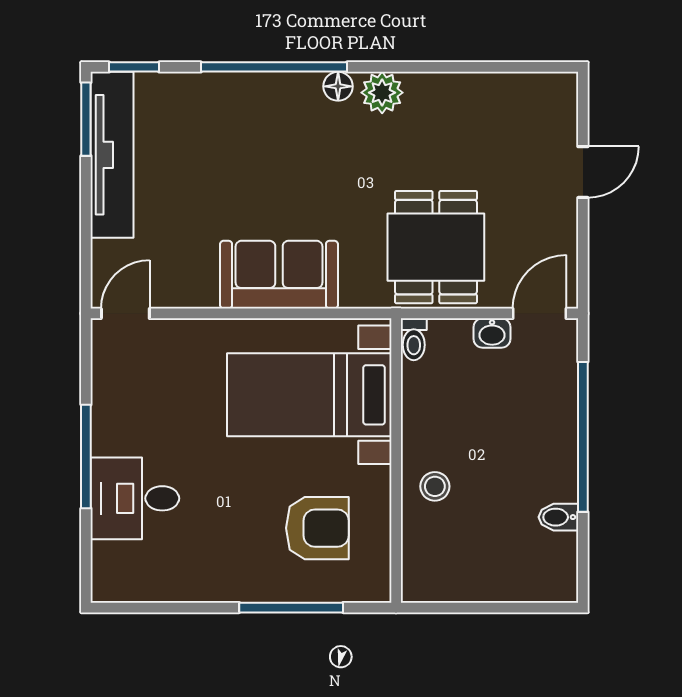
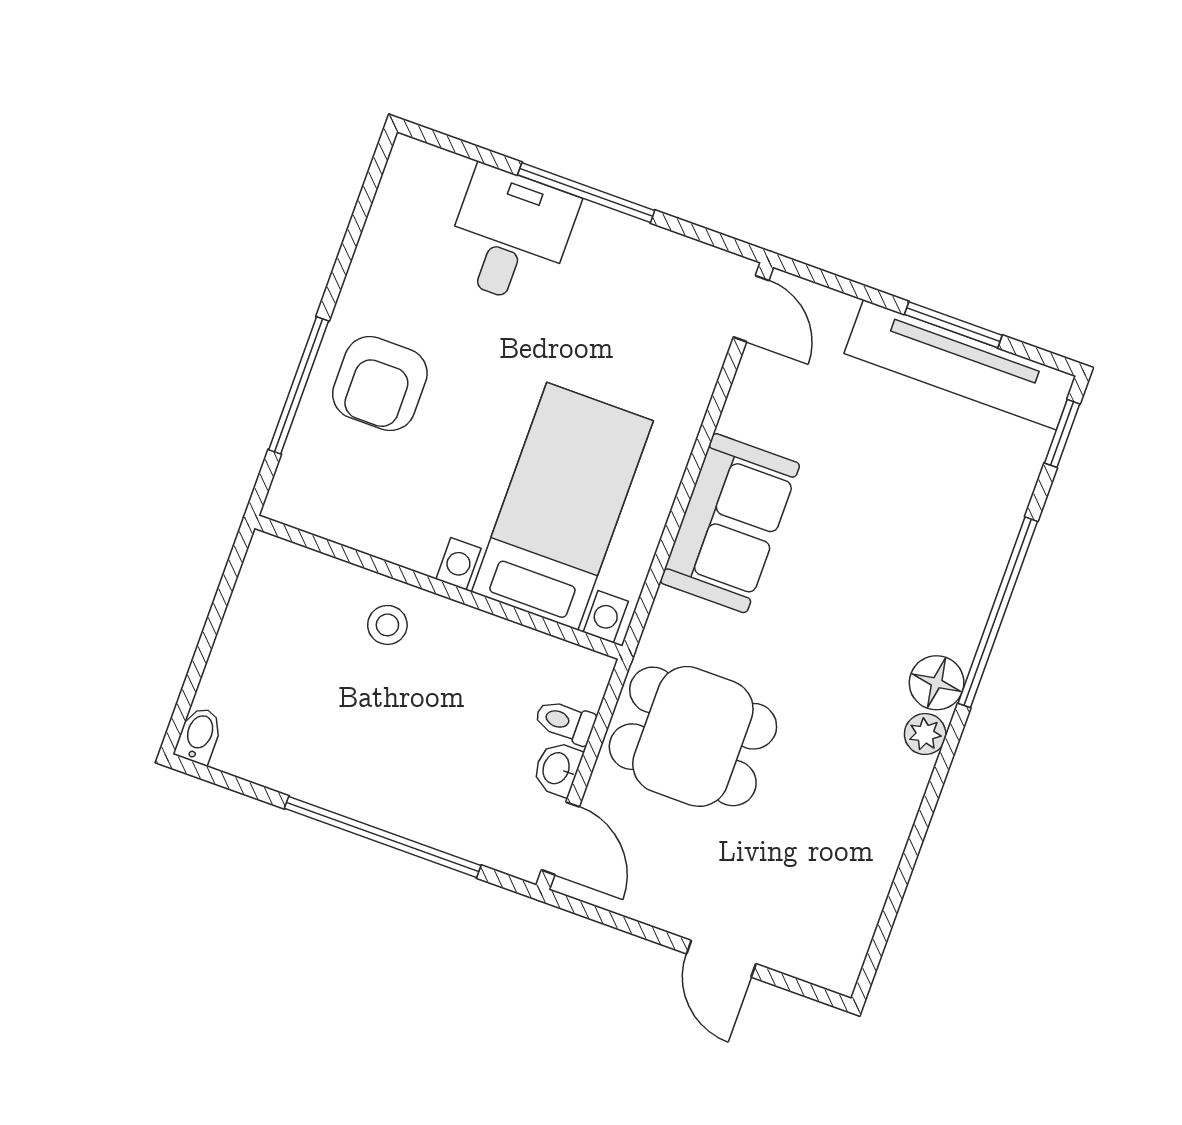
floor lamp: (338, 86) -> (937, 683), width x1.37, depth x1.37
plant: (382, 93) -> (925, 734), width x0.73, depth x0.73
window: (86, 119) -> (953, 325), moved
toilet: (414, 339) -> (565, 722), moved
bidet: (558, 517) -> (199, 735), moved
armchair: (317, 528) -> (380, 384), moved

